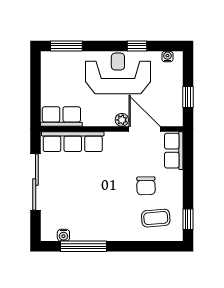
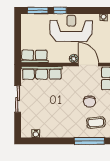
window: (137, 46) -> (60, 10), moved
sliding door: (36, 182) -> (18, 99), width x0.73
window: (84, 246) -> (89, 141), moved

